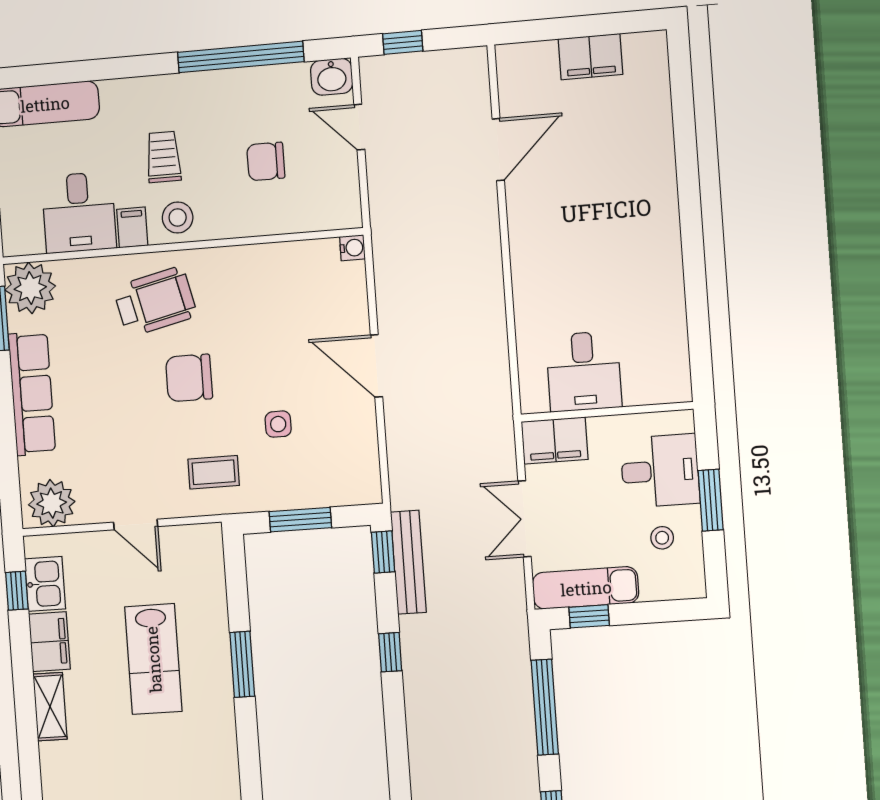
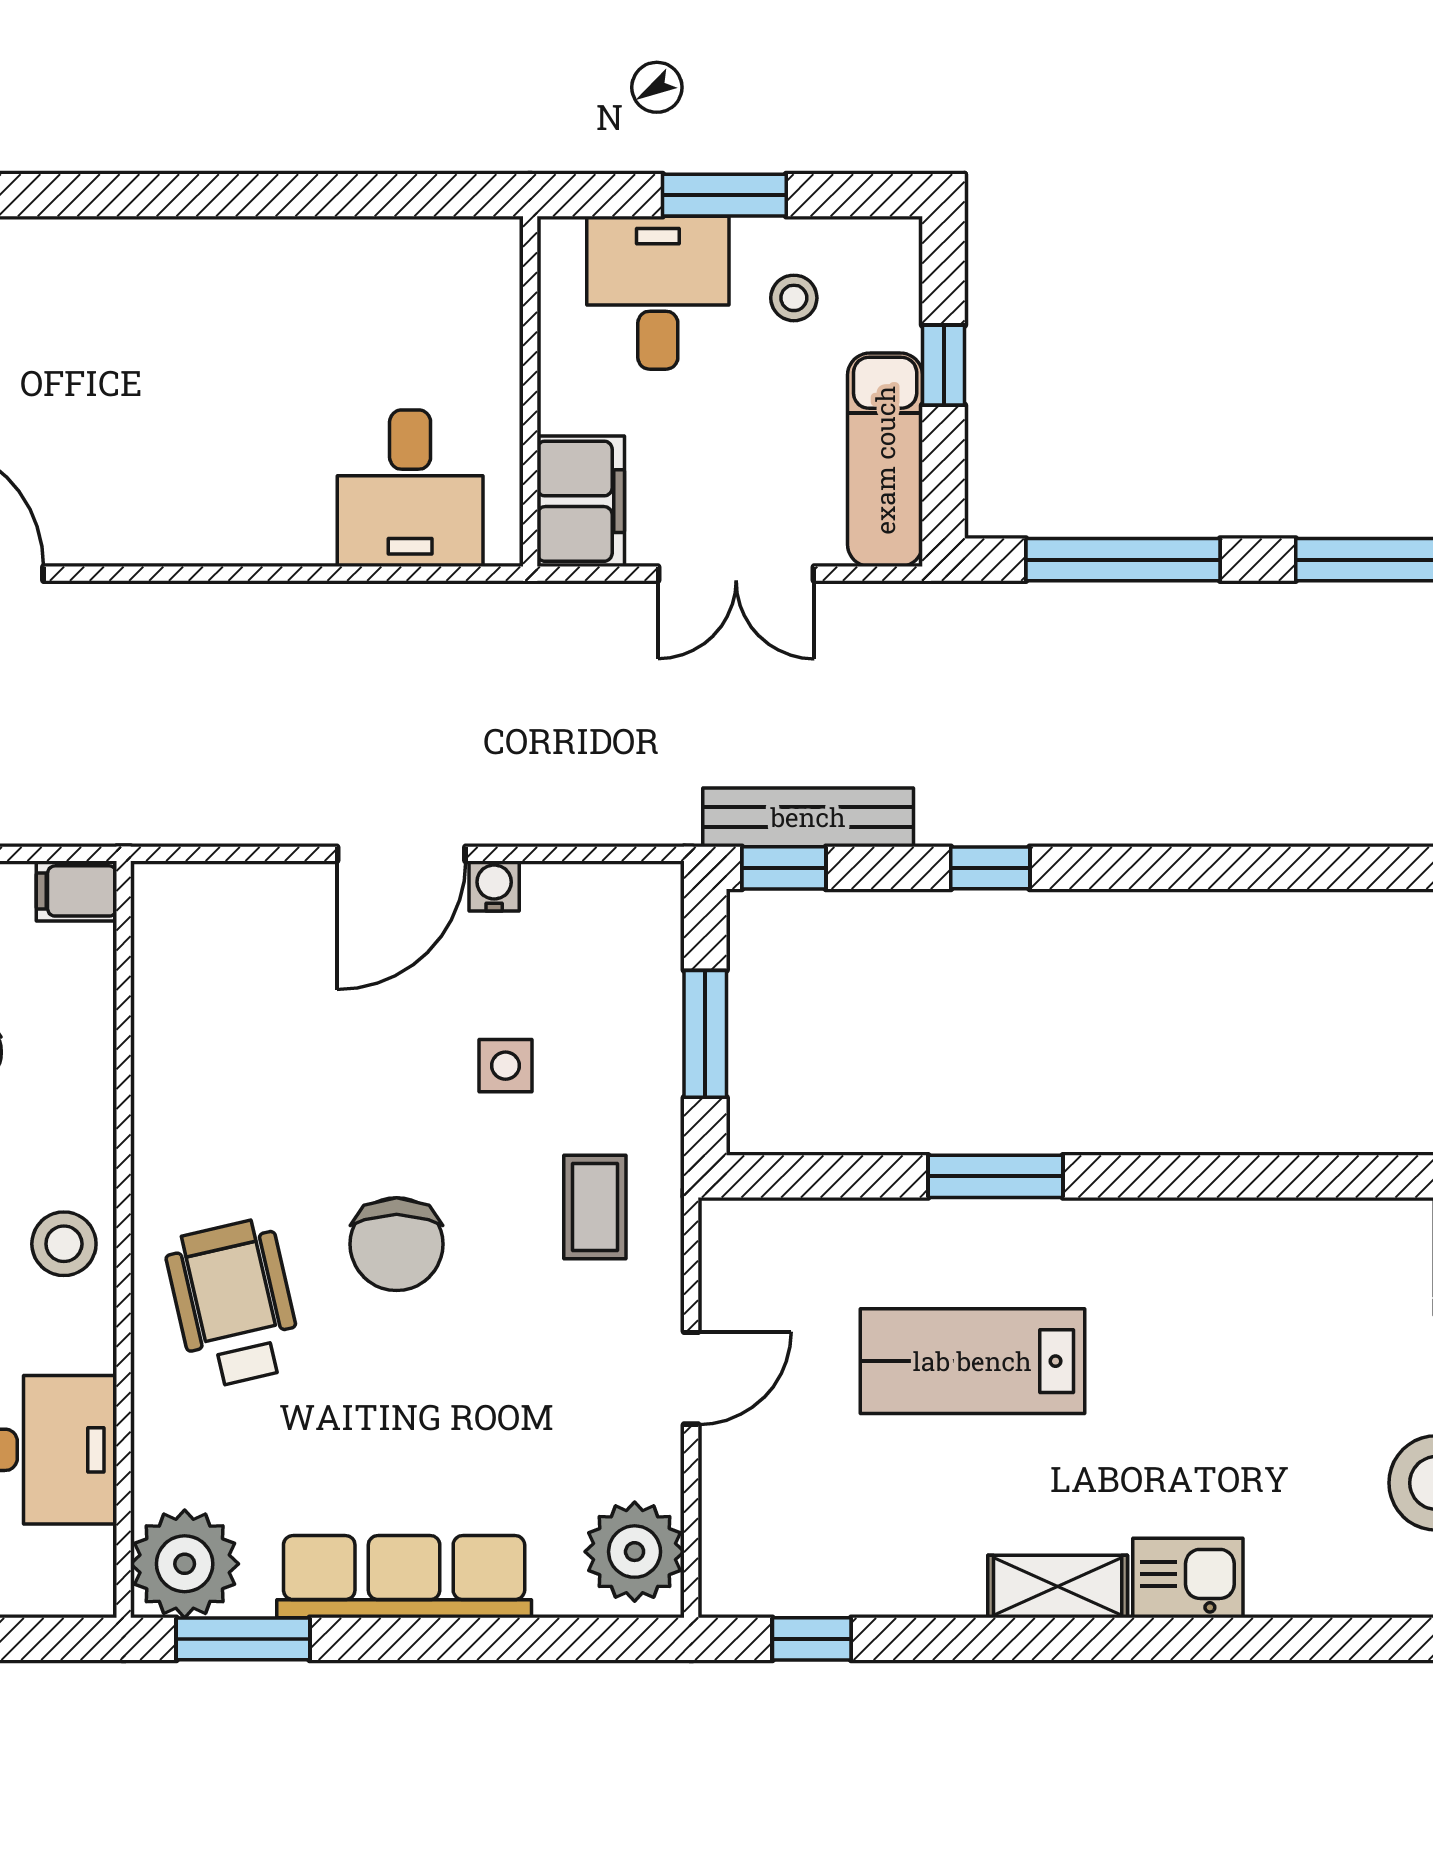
filing cabinet: (132, 227) -> (77, 891), moved
water cooler: (352, 248) -> (494, 886), moved
desk: (584, 371) -> (410, 488), moved, turned 90
kitchen sink: (45, 584) -> (1188, 1578), moved
window: (589, 616) -> (944, 365), moved
filing cabinet: (49, 642) -> (922, 1578), removed
lab bench: (153, 659) -> (972, 1361), turned 180

